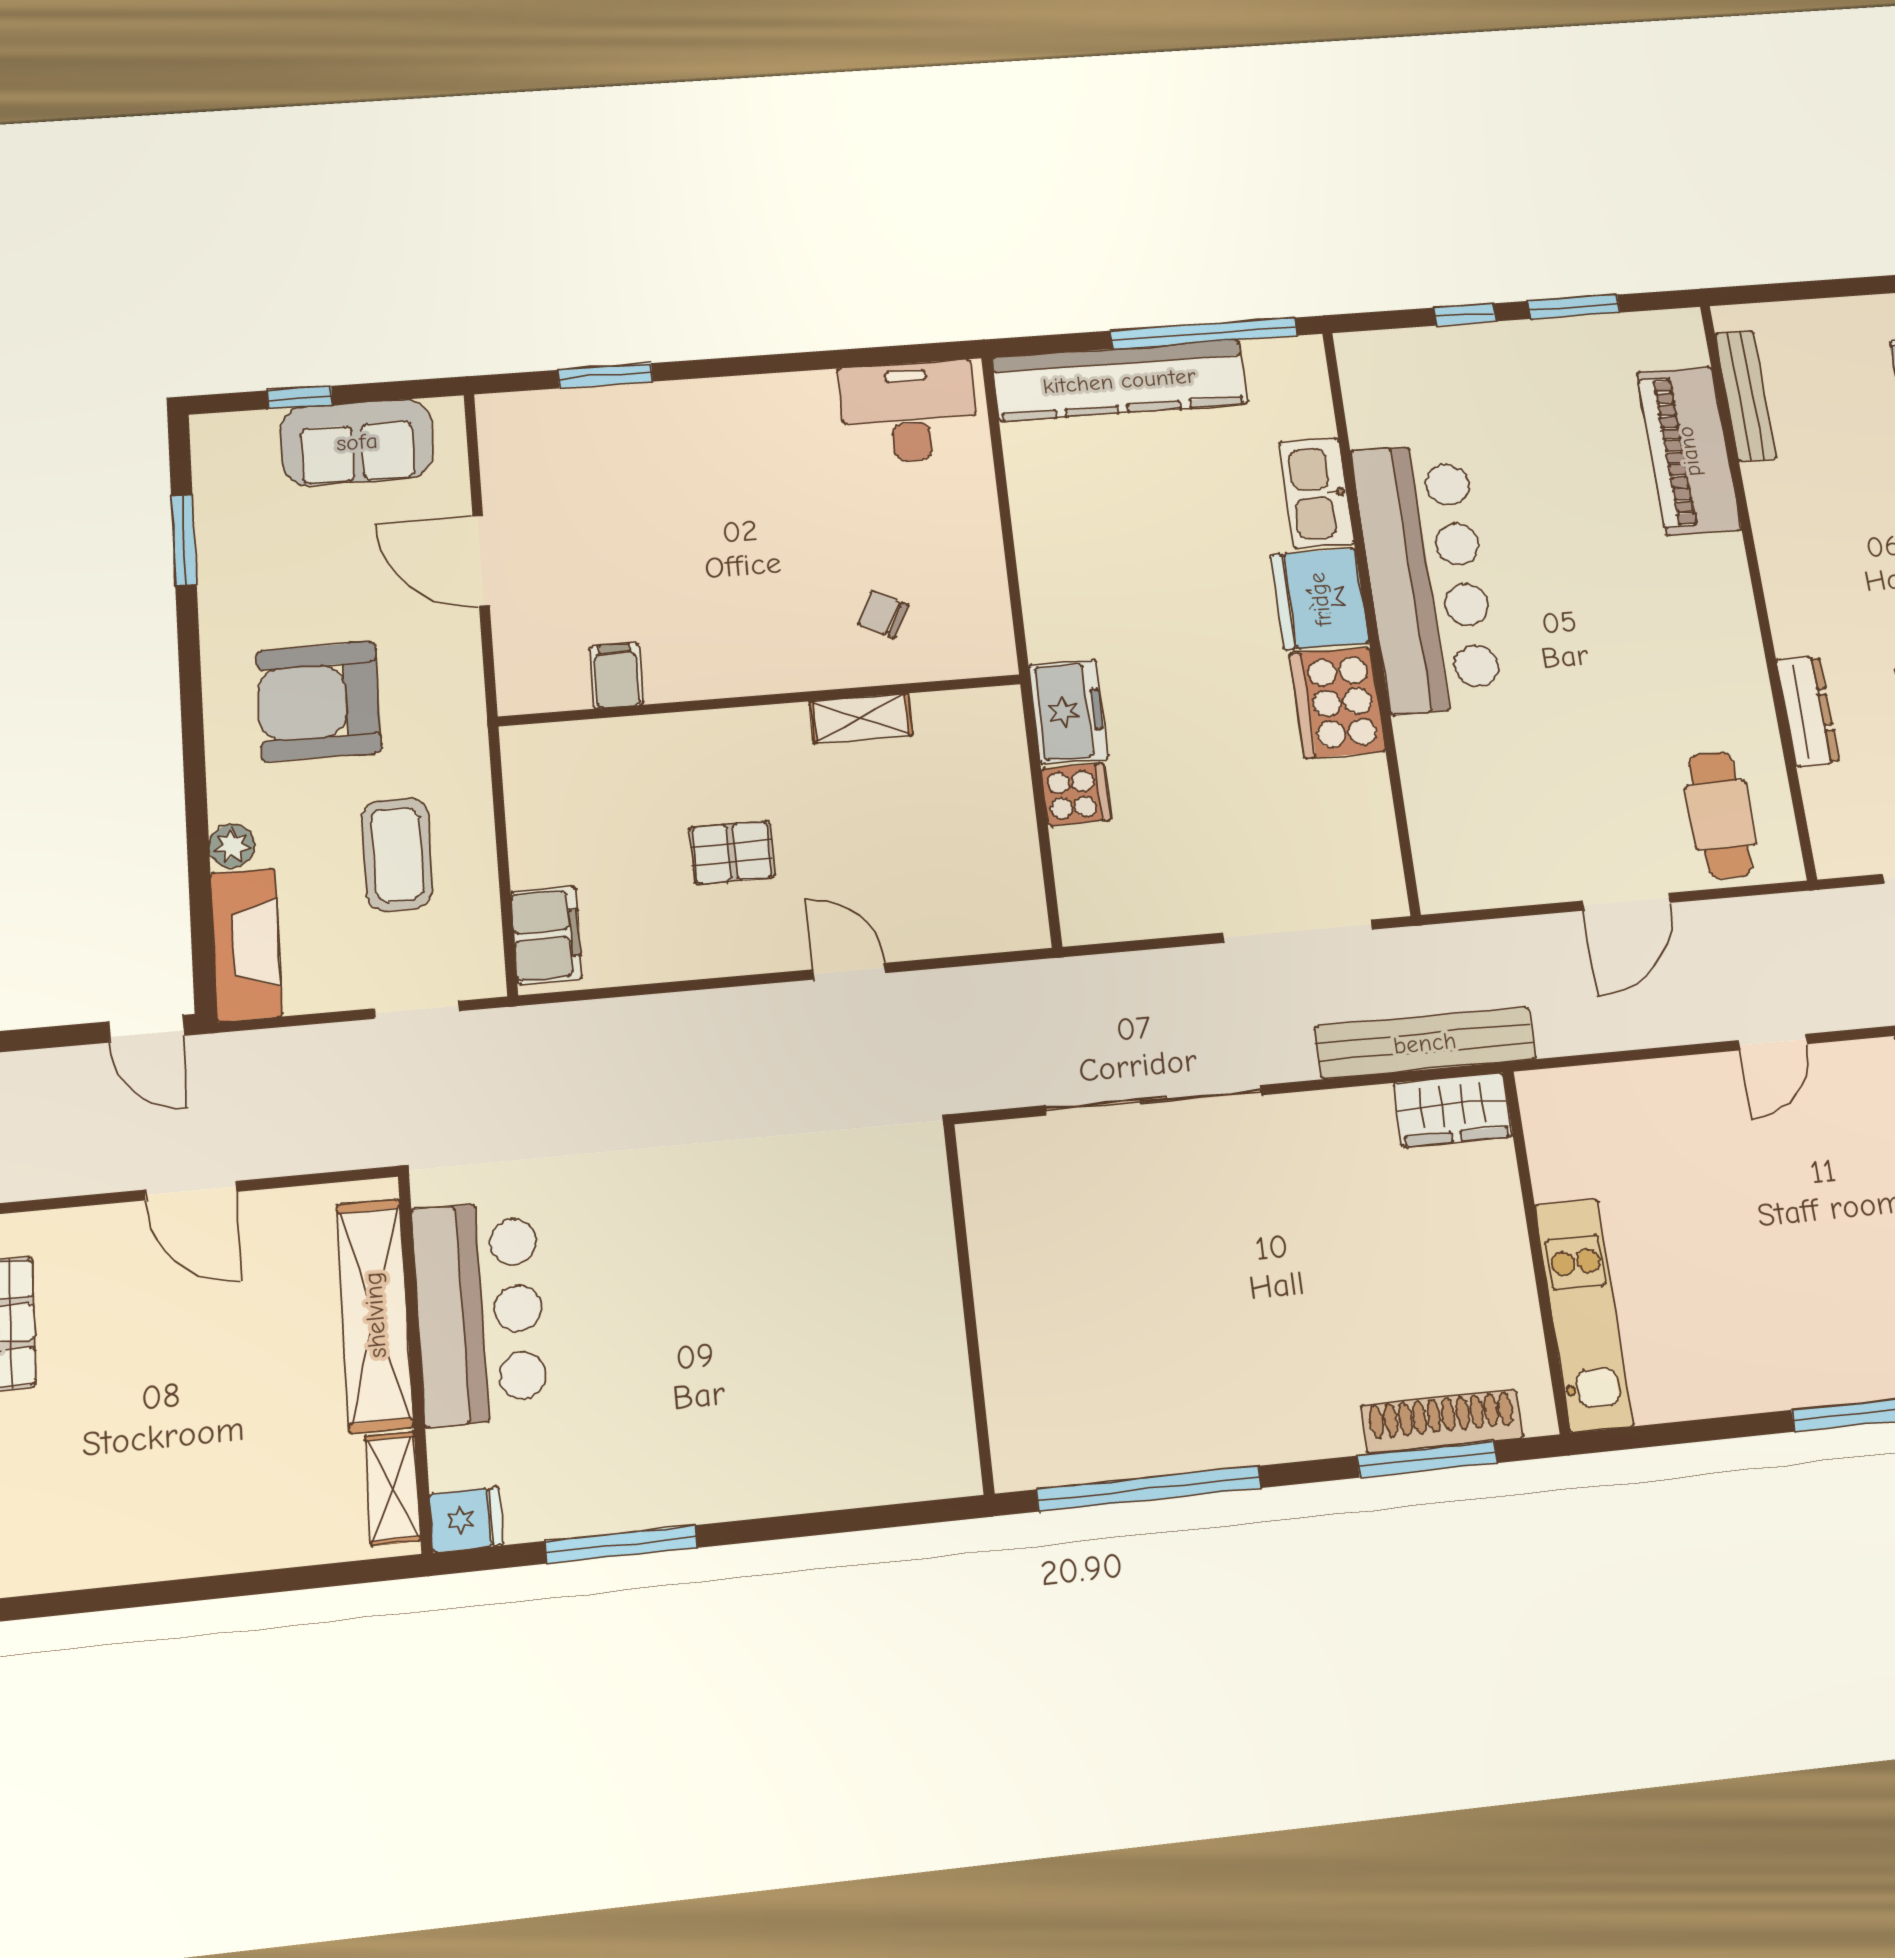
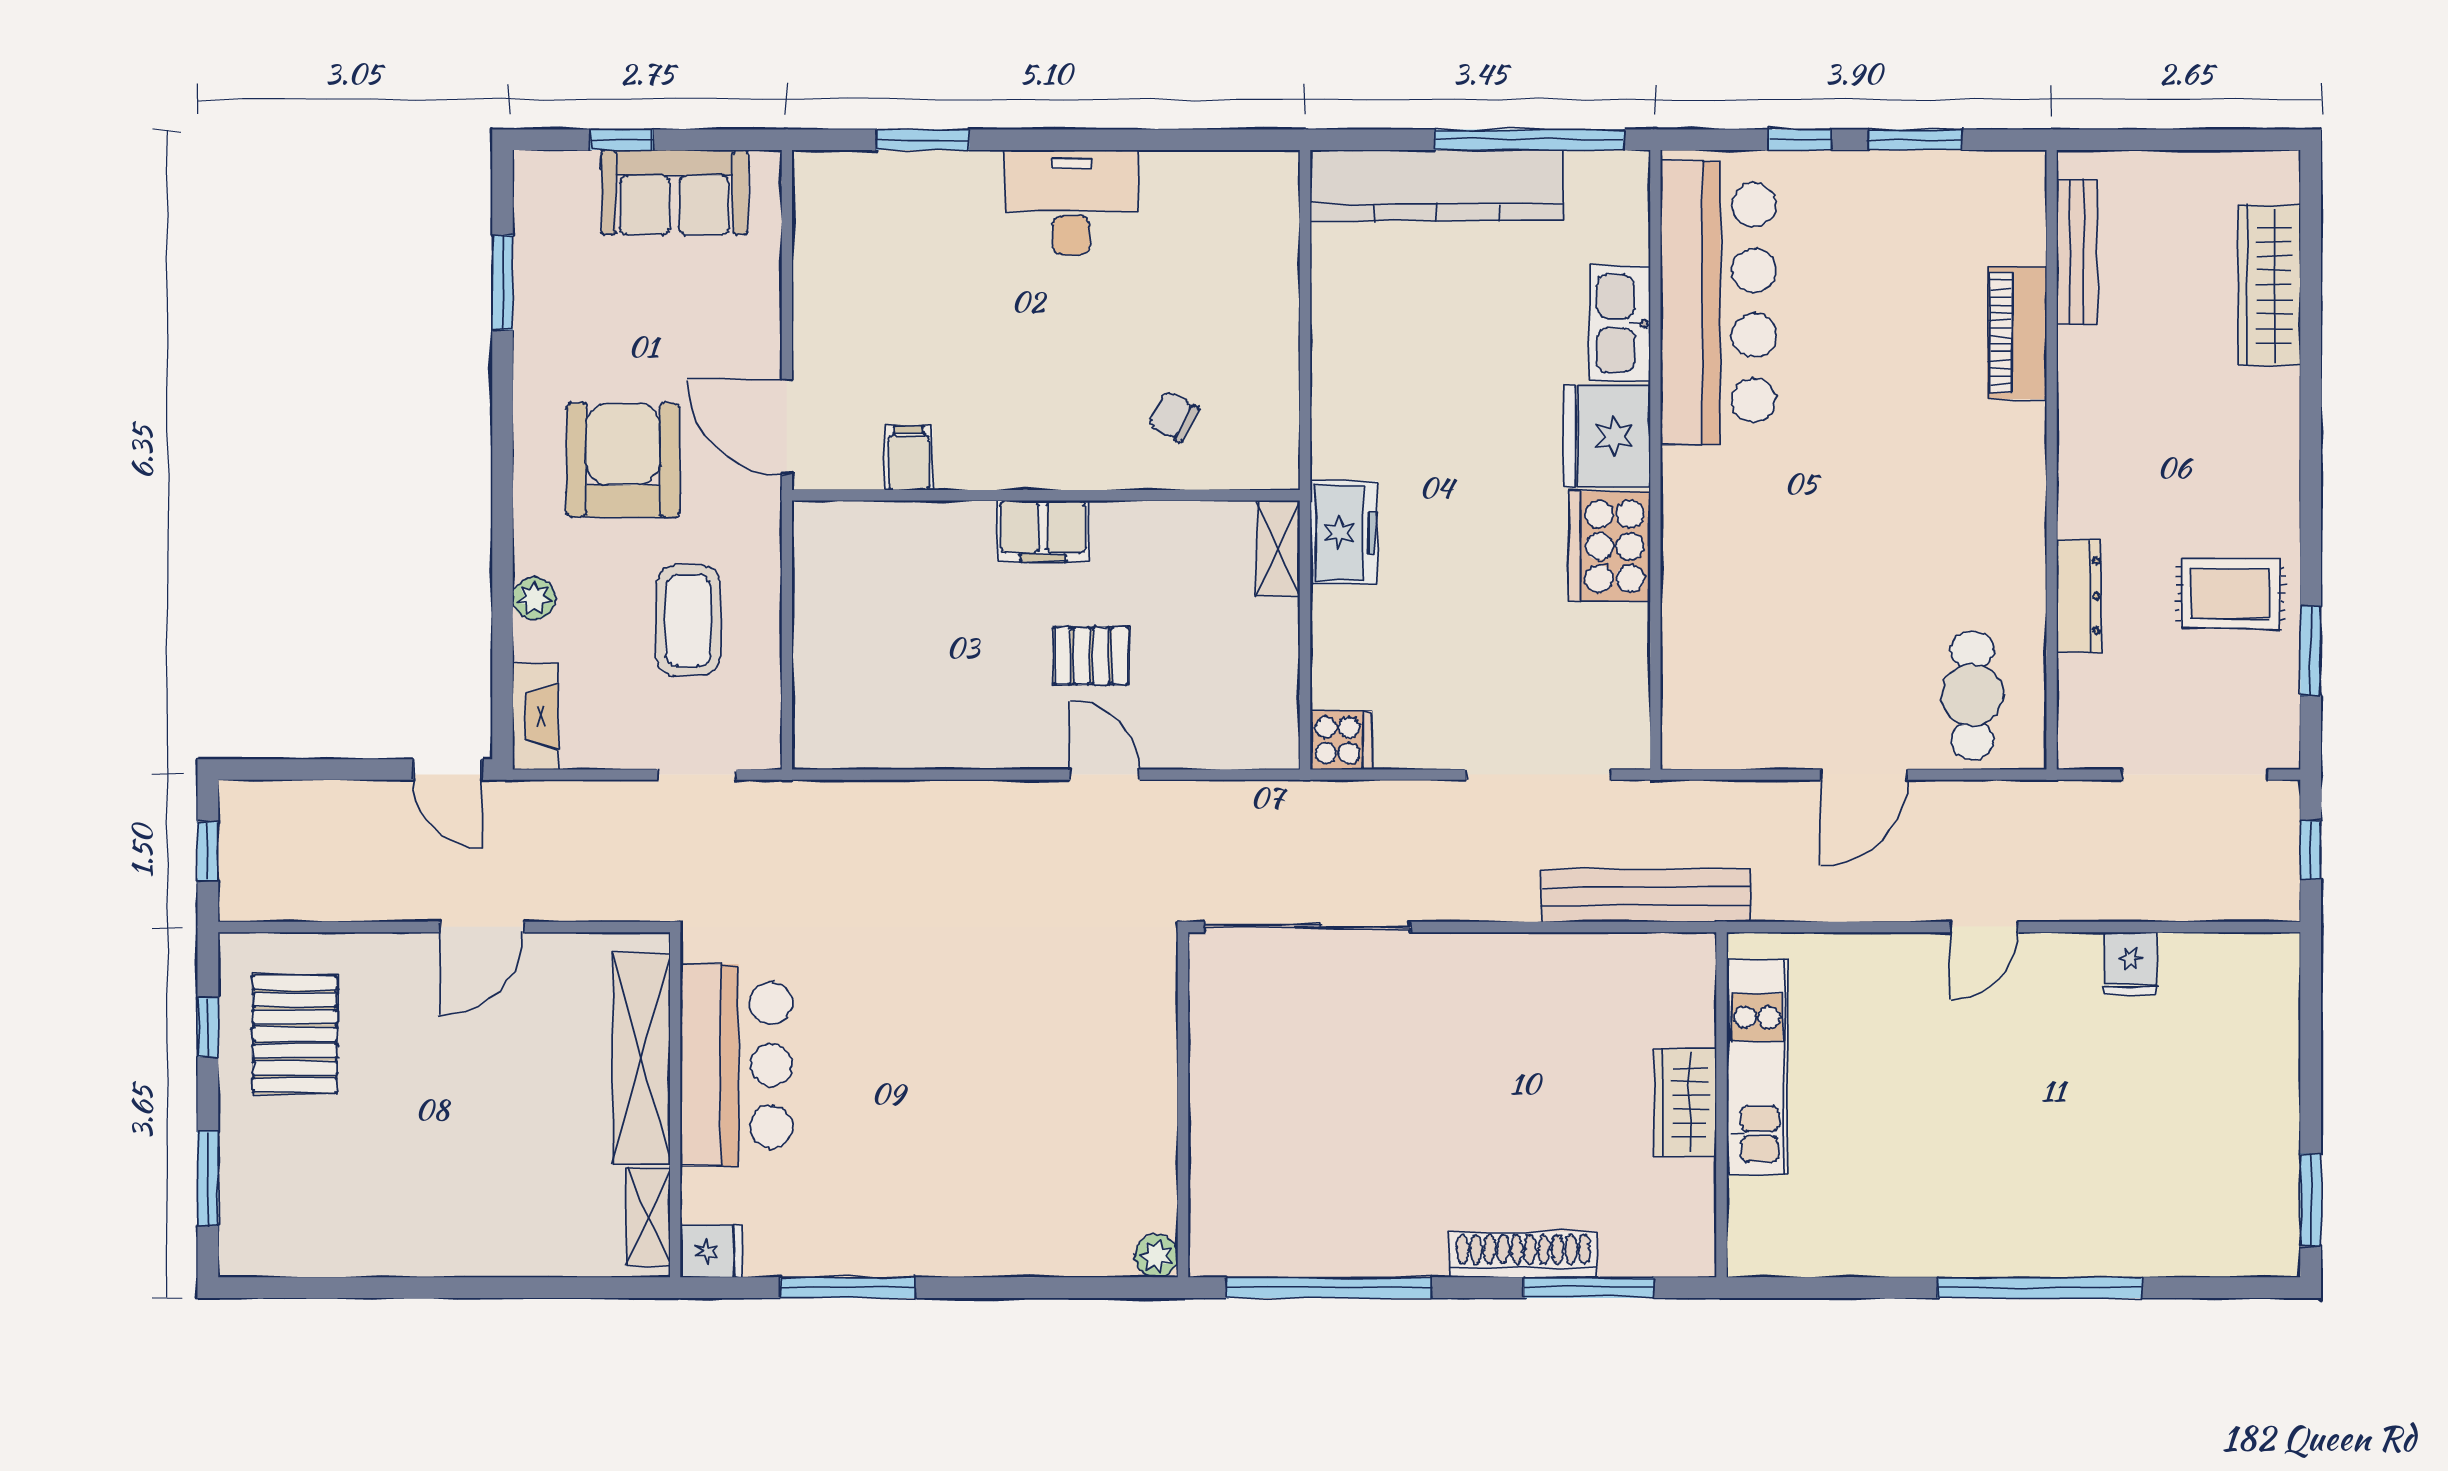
desk: (909, 412) -> (1071, 203), moved
piano: (1689, 451) -> (2017, 333), width x0.73, depth x0.75
door: (481, 561) -> (787, 427), moved
bar counter: (1427, 577) -> (1718, 303), moved
armchair: (319, 701) -> (623, 460), turned 90
shelving: (861, 718) -> (1278, 549), moved, turned 90
cooker: (1076, 794) -> (1341, 740), moved
pallet: (732, 852) -> (1091, 656), moved
filing cabinet: (546, 935) -> (1043, 531), moved, turned 90
fireplace: (246, 945) -> (535, 716), width x0.73, depth x0.76
sliding door: (1153, 1100) -> (1308, 927), moved
wardrobe: (1453, 1110) -> (1685, 1102), moved, turned 90
door: (191, 1191) -> (482, 927), hinge flipped
kitchen unit: (1584, 1315) -> (1757, 1067), moved
shoe rack: (1442, 1422) -> (1523, 1255), moved
plant: (958, 1474) -> (1156, 1256), added

